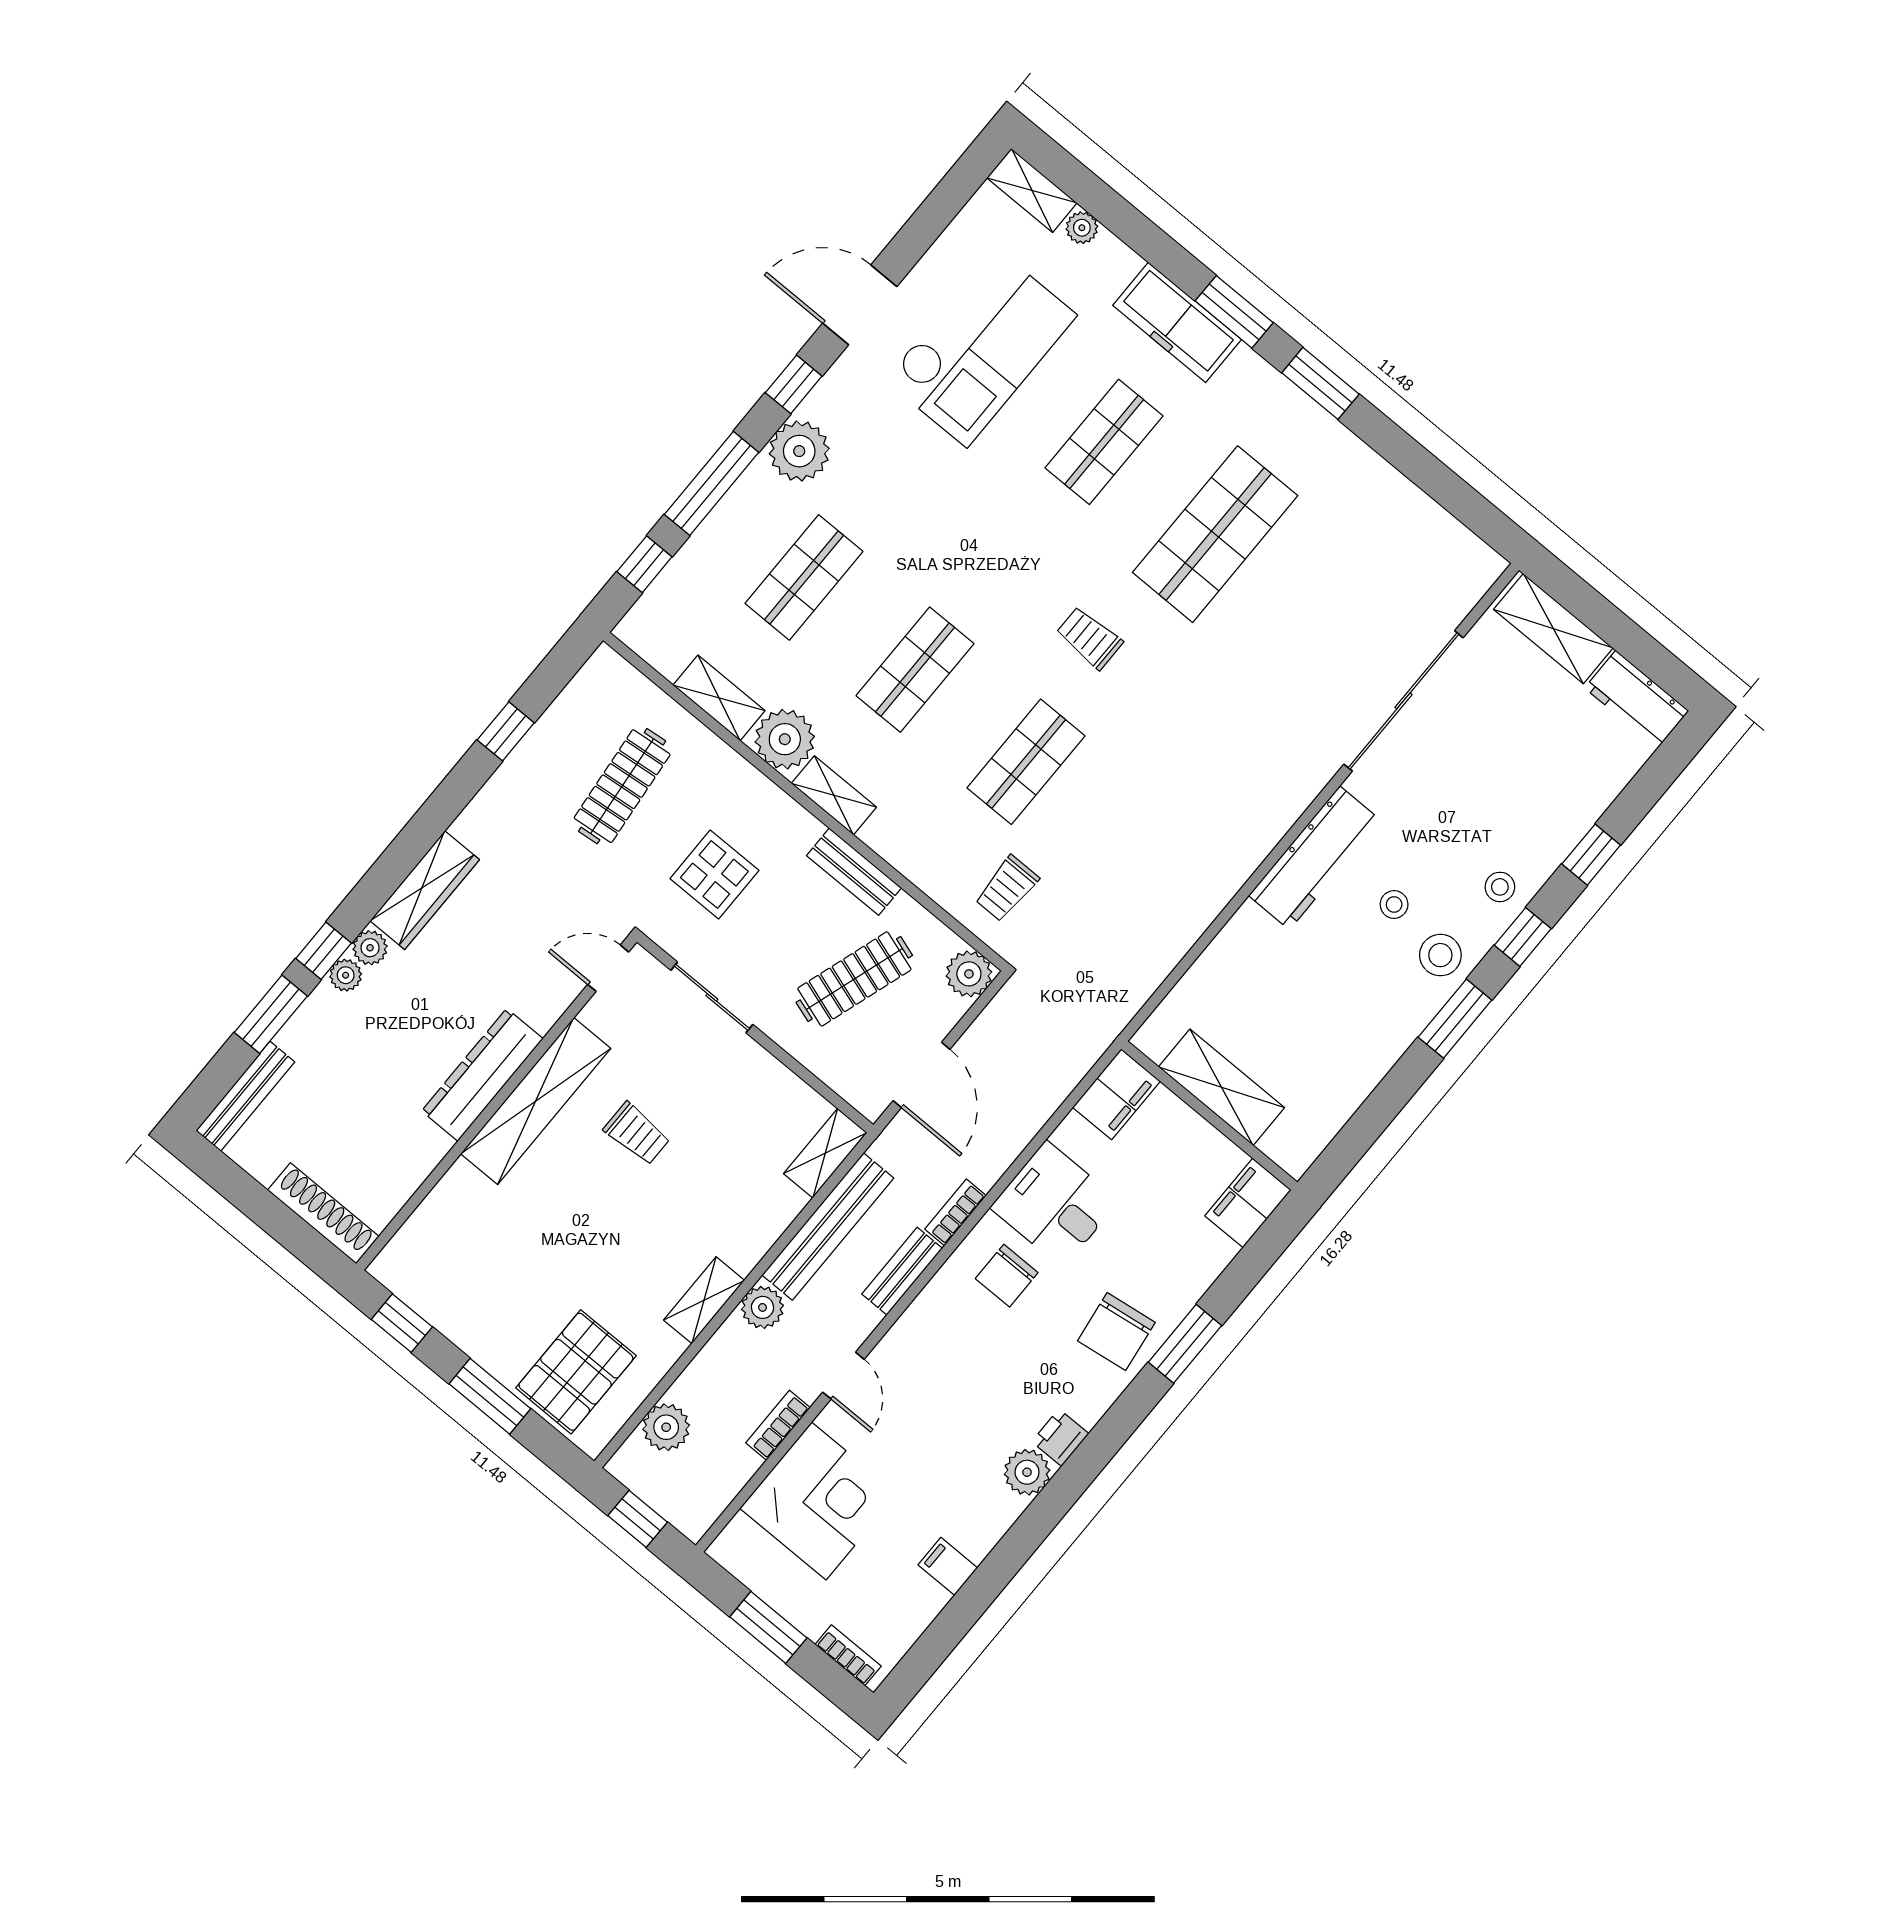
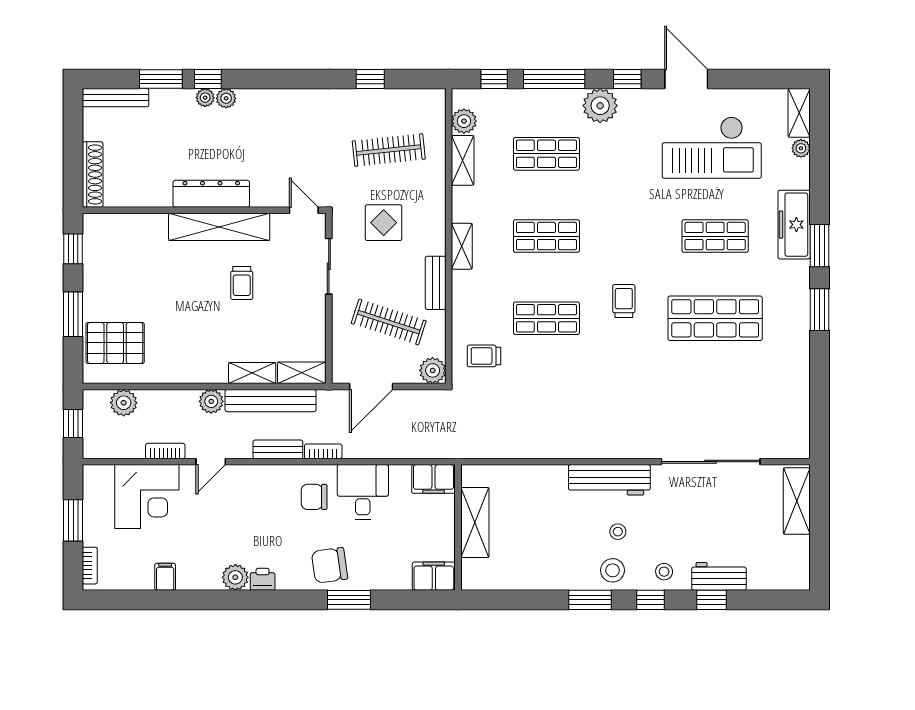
workbench: (1637, 699) -> (719, 576), moved, turned 90
plant: (785, 739) -> (464, 121), moved, width x0.73, depth x0.73
wardrobe: (425, 890) -> (271, 101), removed
shelving: (704, 1300) -> (252, 373), moved

